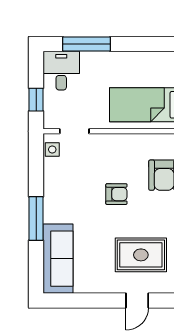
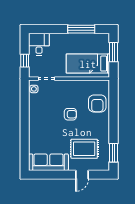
window: (87, 44) -> (81, 29), moved
window: (36, 219) -> (25, 128), removed
sofa: (58, 259) -> (48, 162), moved, turned -90

